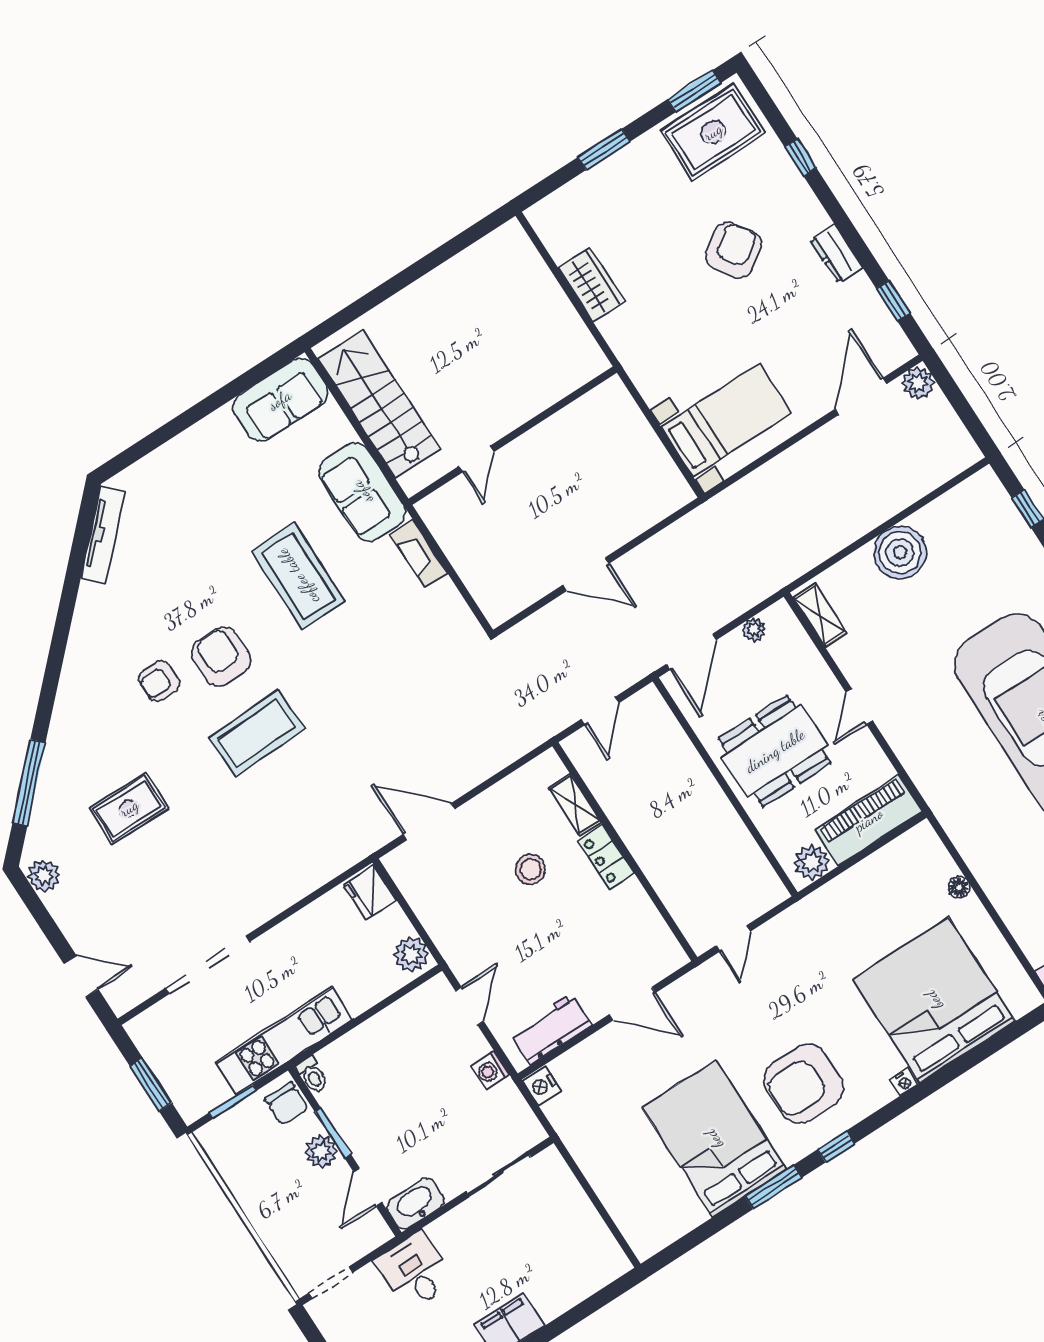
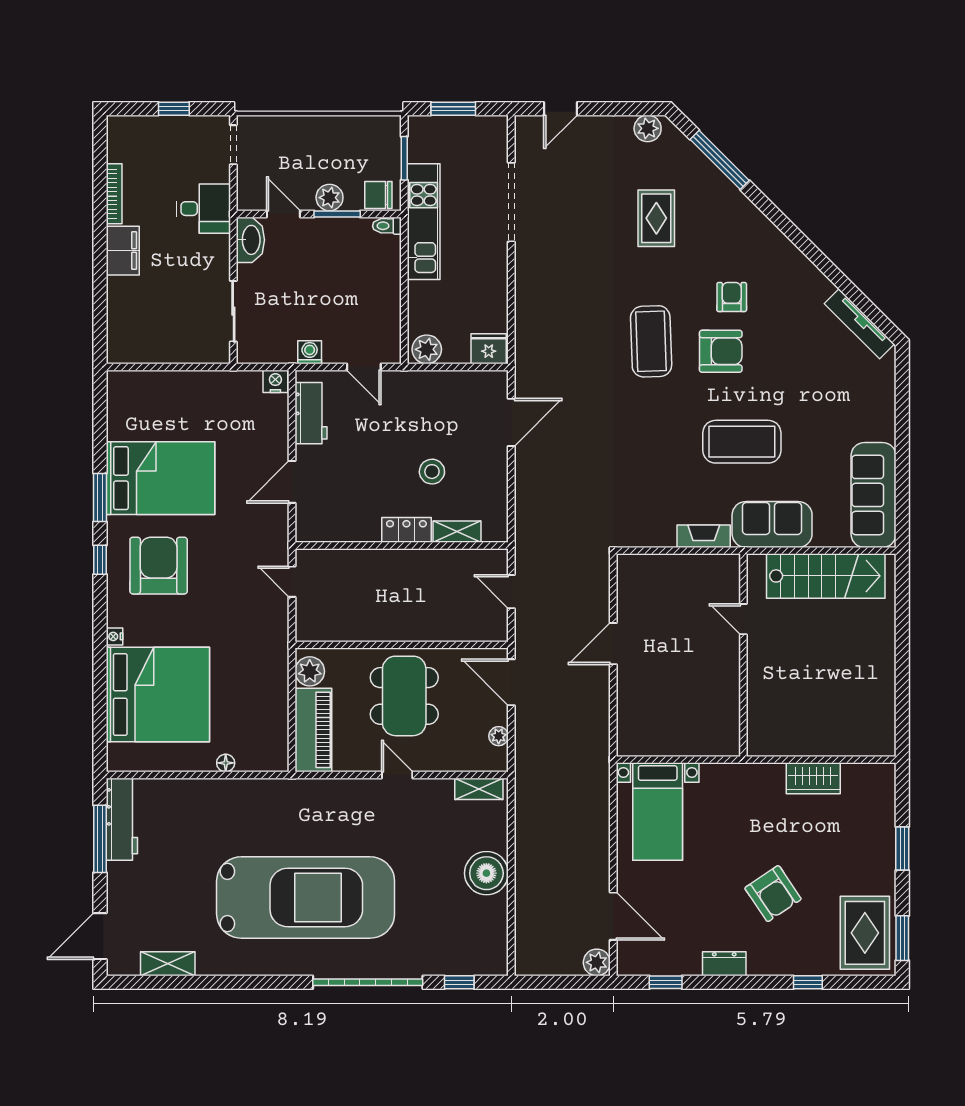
sofa: (280, 400) -> (873, 495), width x1.36

